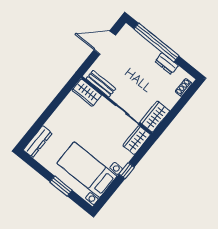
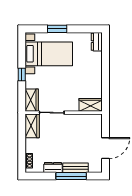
window: (156, 42) -> (71, 176), width x0.68
bench: (101, 84) -> (76, 168), moved
dresser: (38, 142) -> (97, 42), width x0.70

